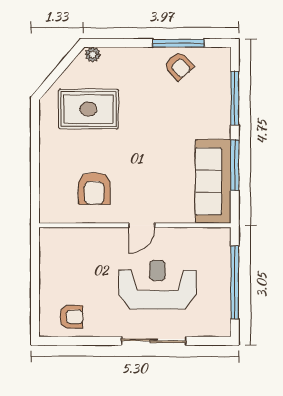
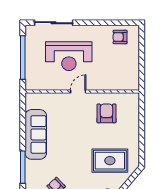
window: (235, 165) -> (23, 127), removed
sofa: (213, 181) -> (36, 134), moved
sliding door: (154, 341) -> (54, 23), moved

